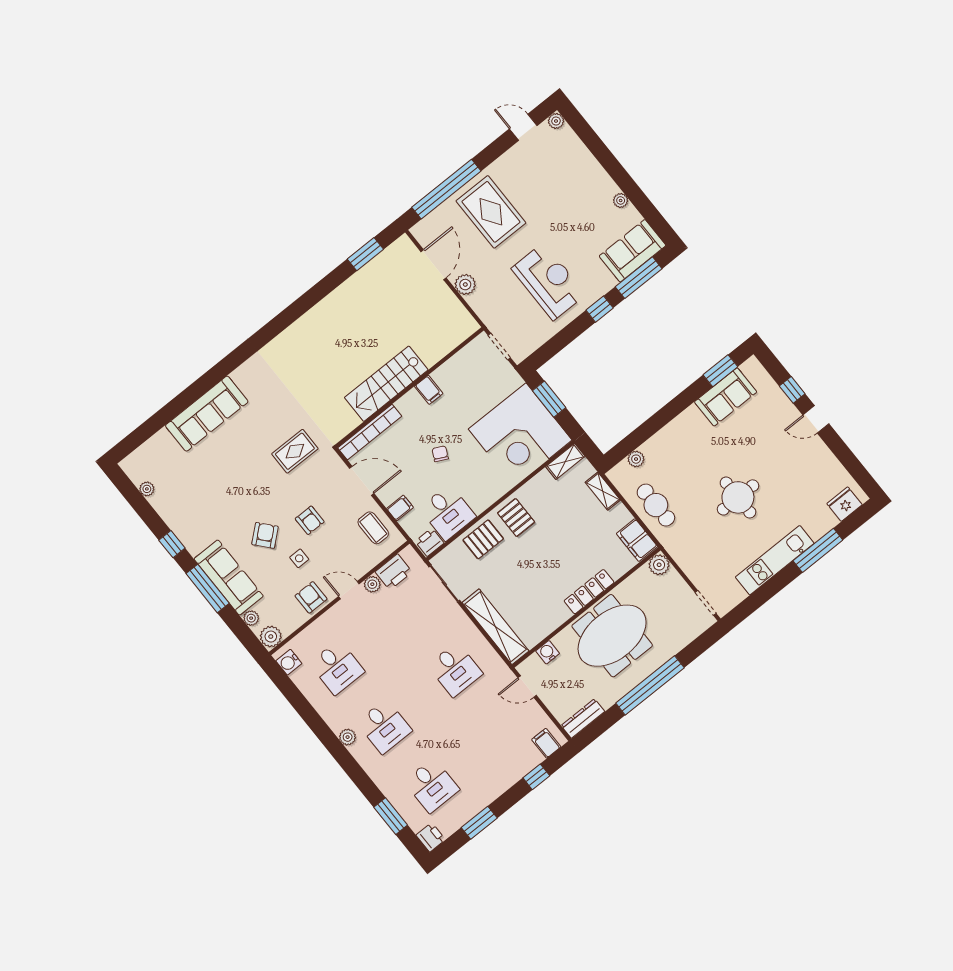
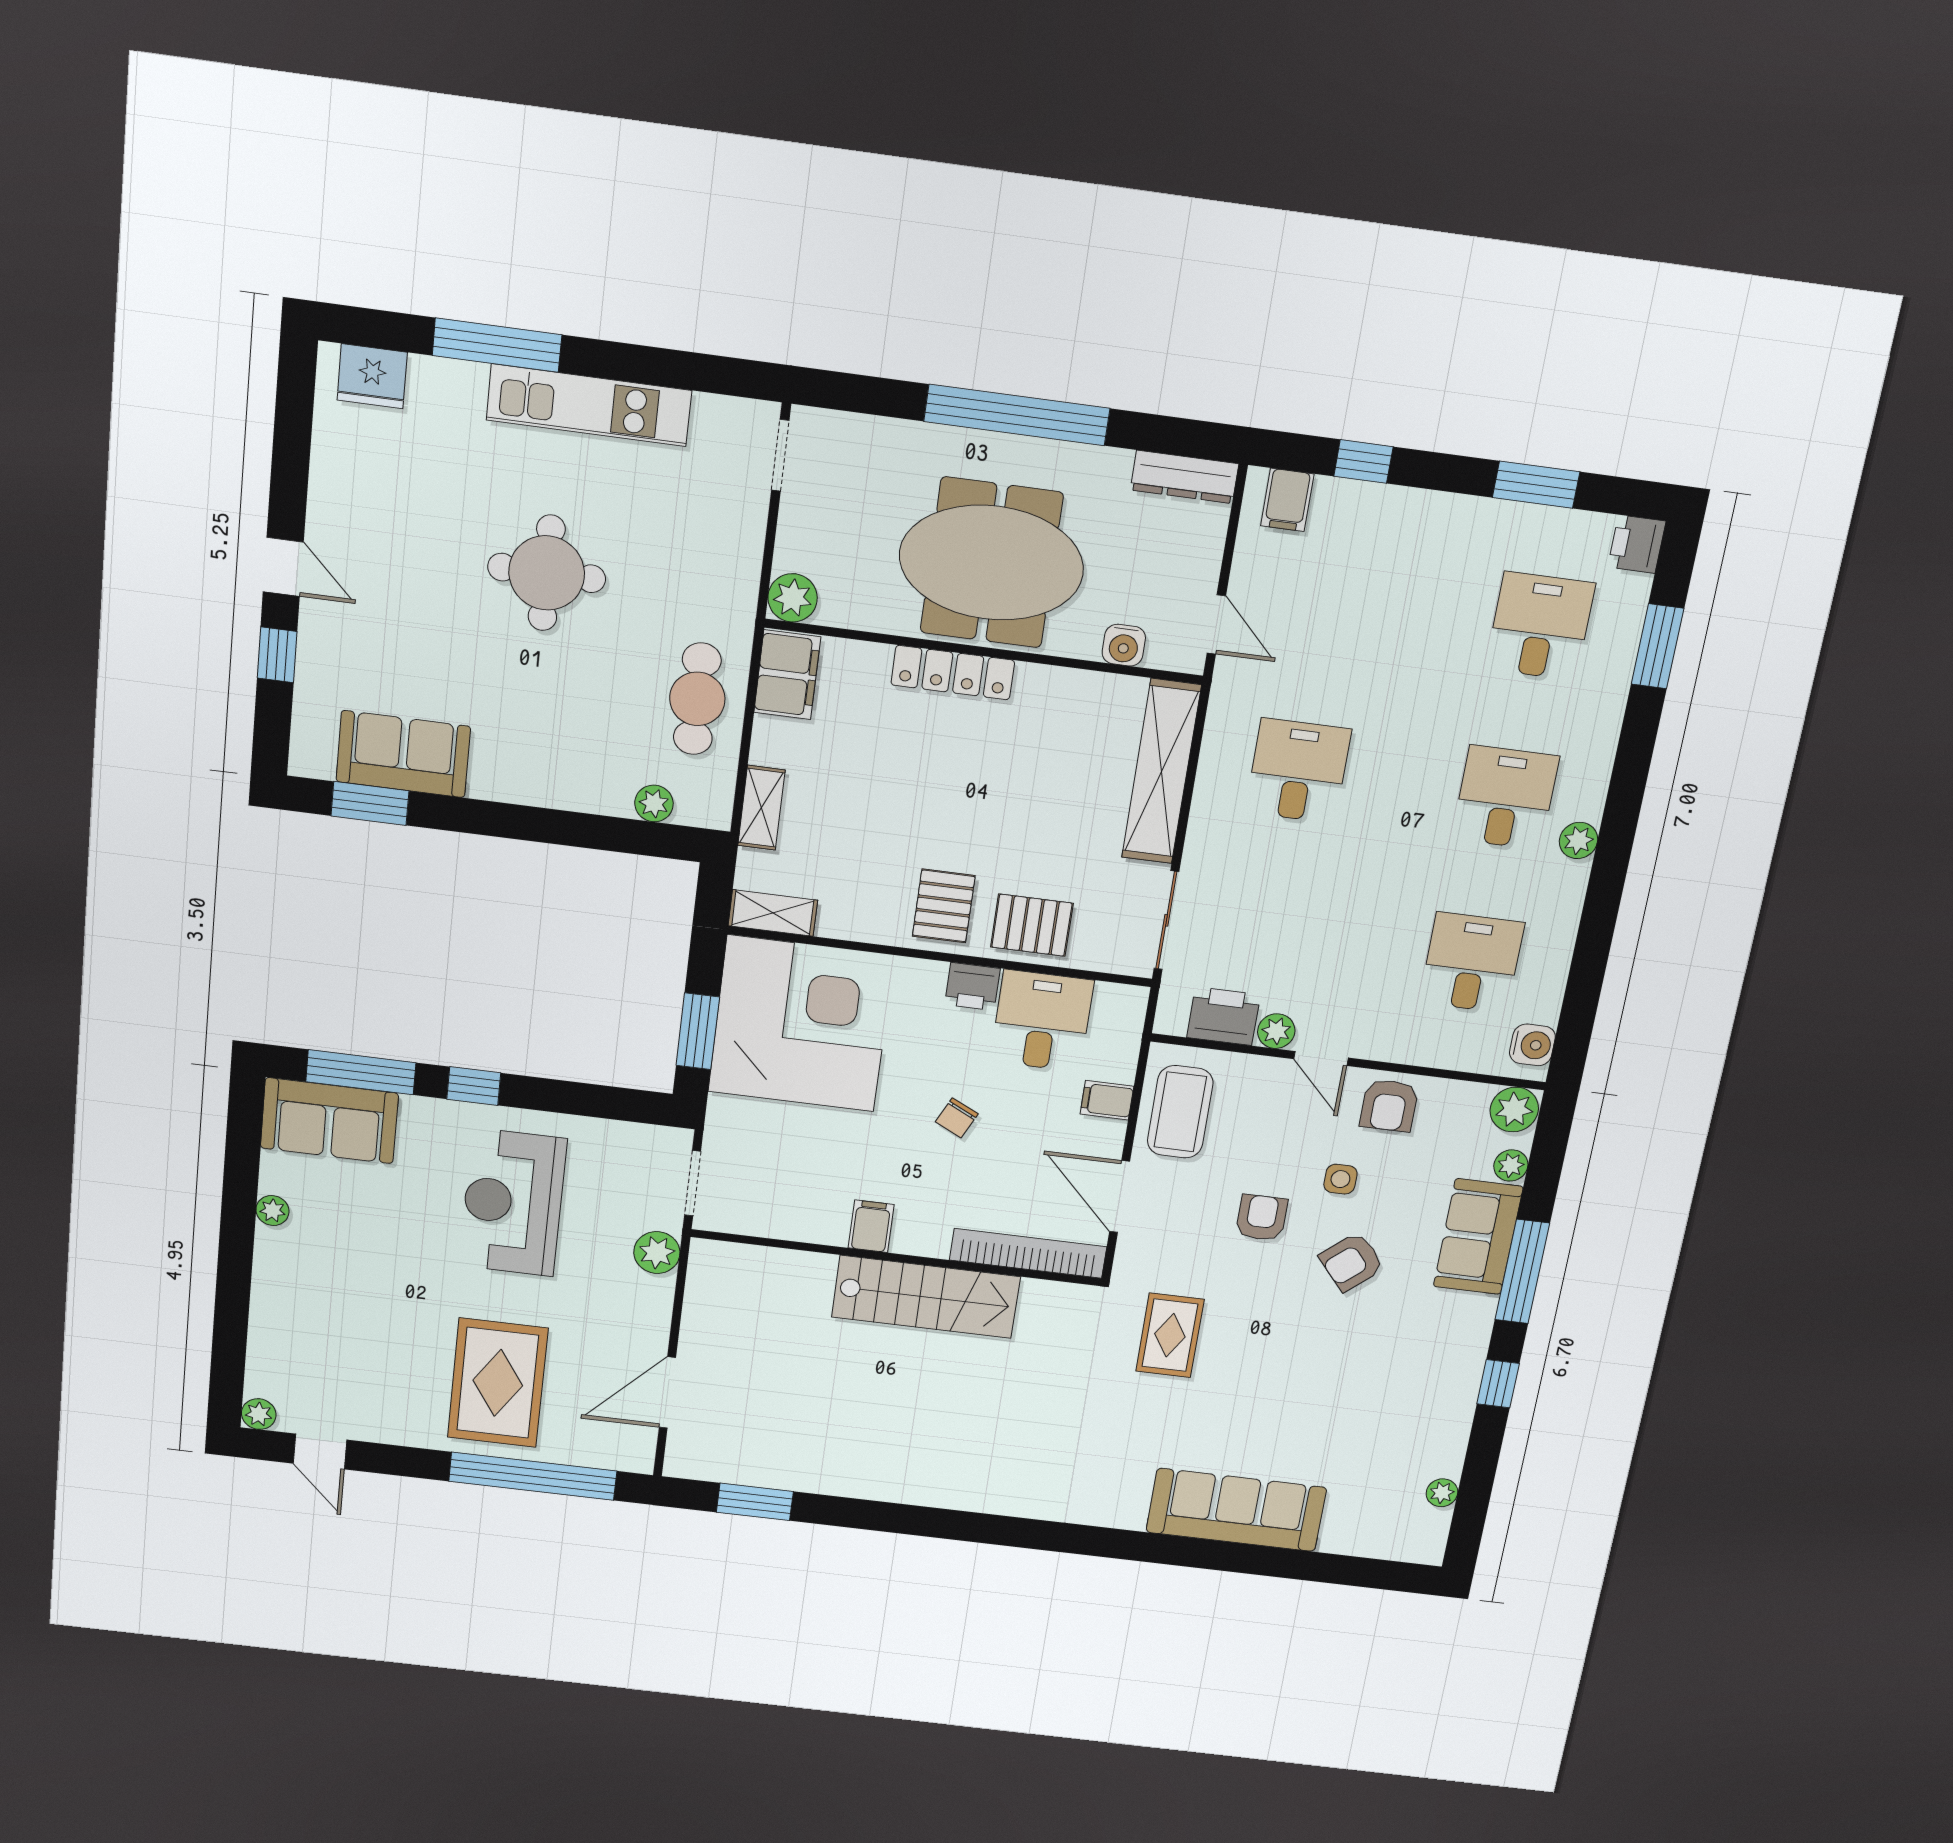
plant: (465, 285) -> (657, 1253), moved
rug: (295, 451) -> (1170, 1335), turned 90
coffee table: (373, 528) -> (1180, 1112), width x1.36, depth x1.30
printer: (429, 542) -> (972, 987), moved
sofa: (229, 577) -> (1478, 1237), width x0.73

